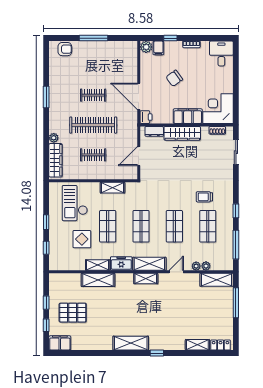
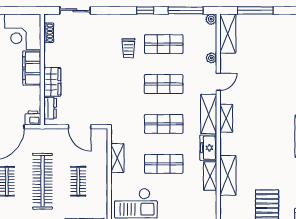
wardrobe: (182, 133) -> (52, 82), width x0.67
display table: (82, 239) -> (179, 195), removed
plant: (206, 266) -> (211, 19), moved
door: (176, 272) -> (218, 82), swing flipped

